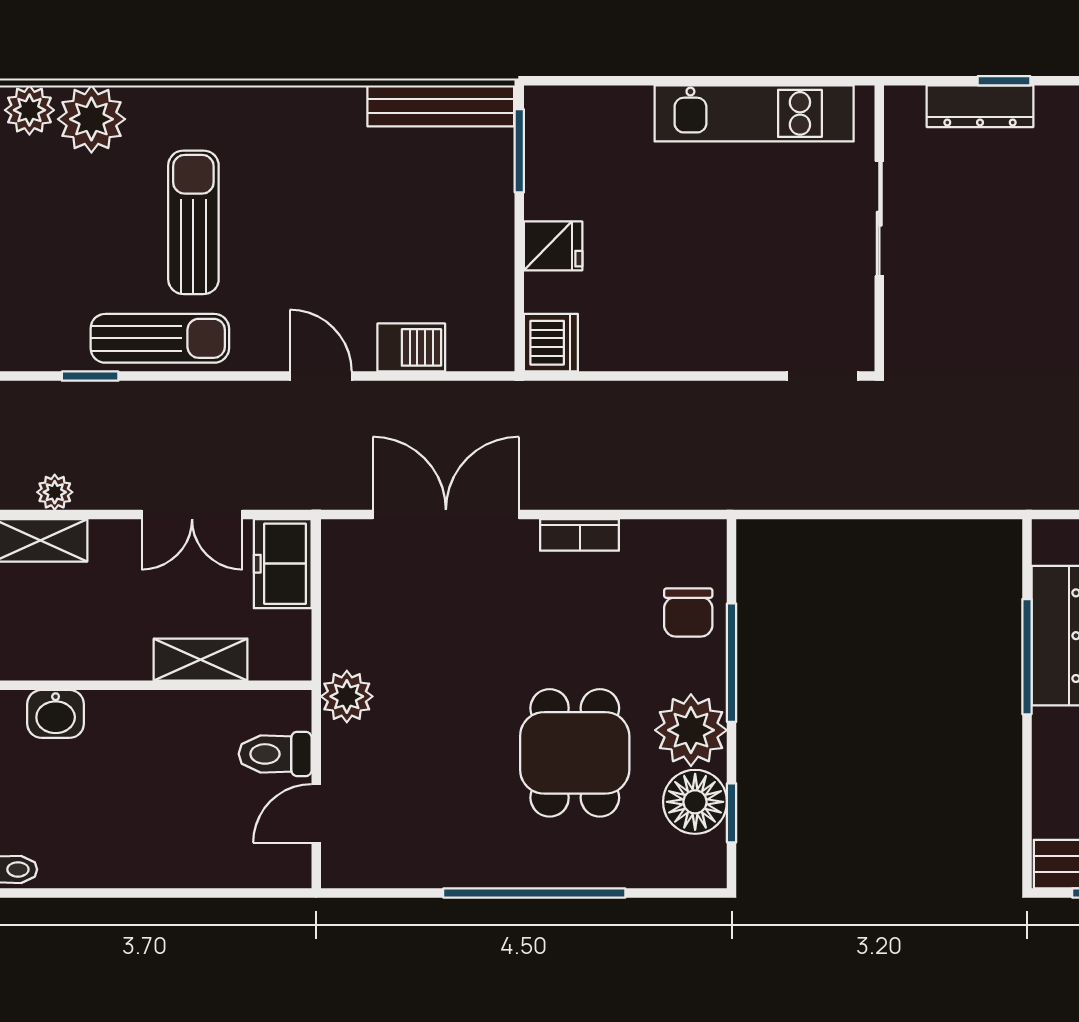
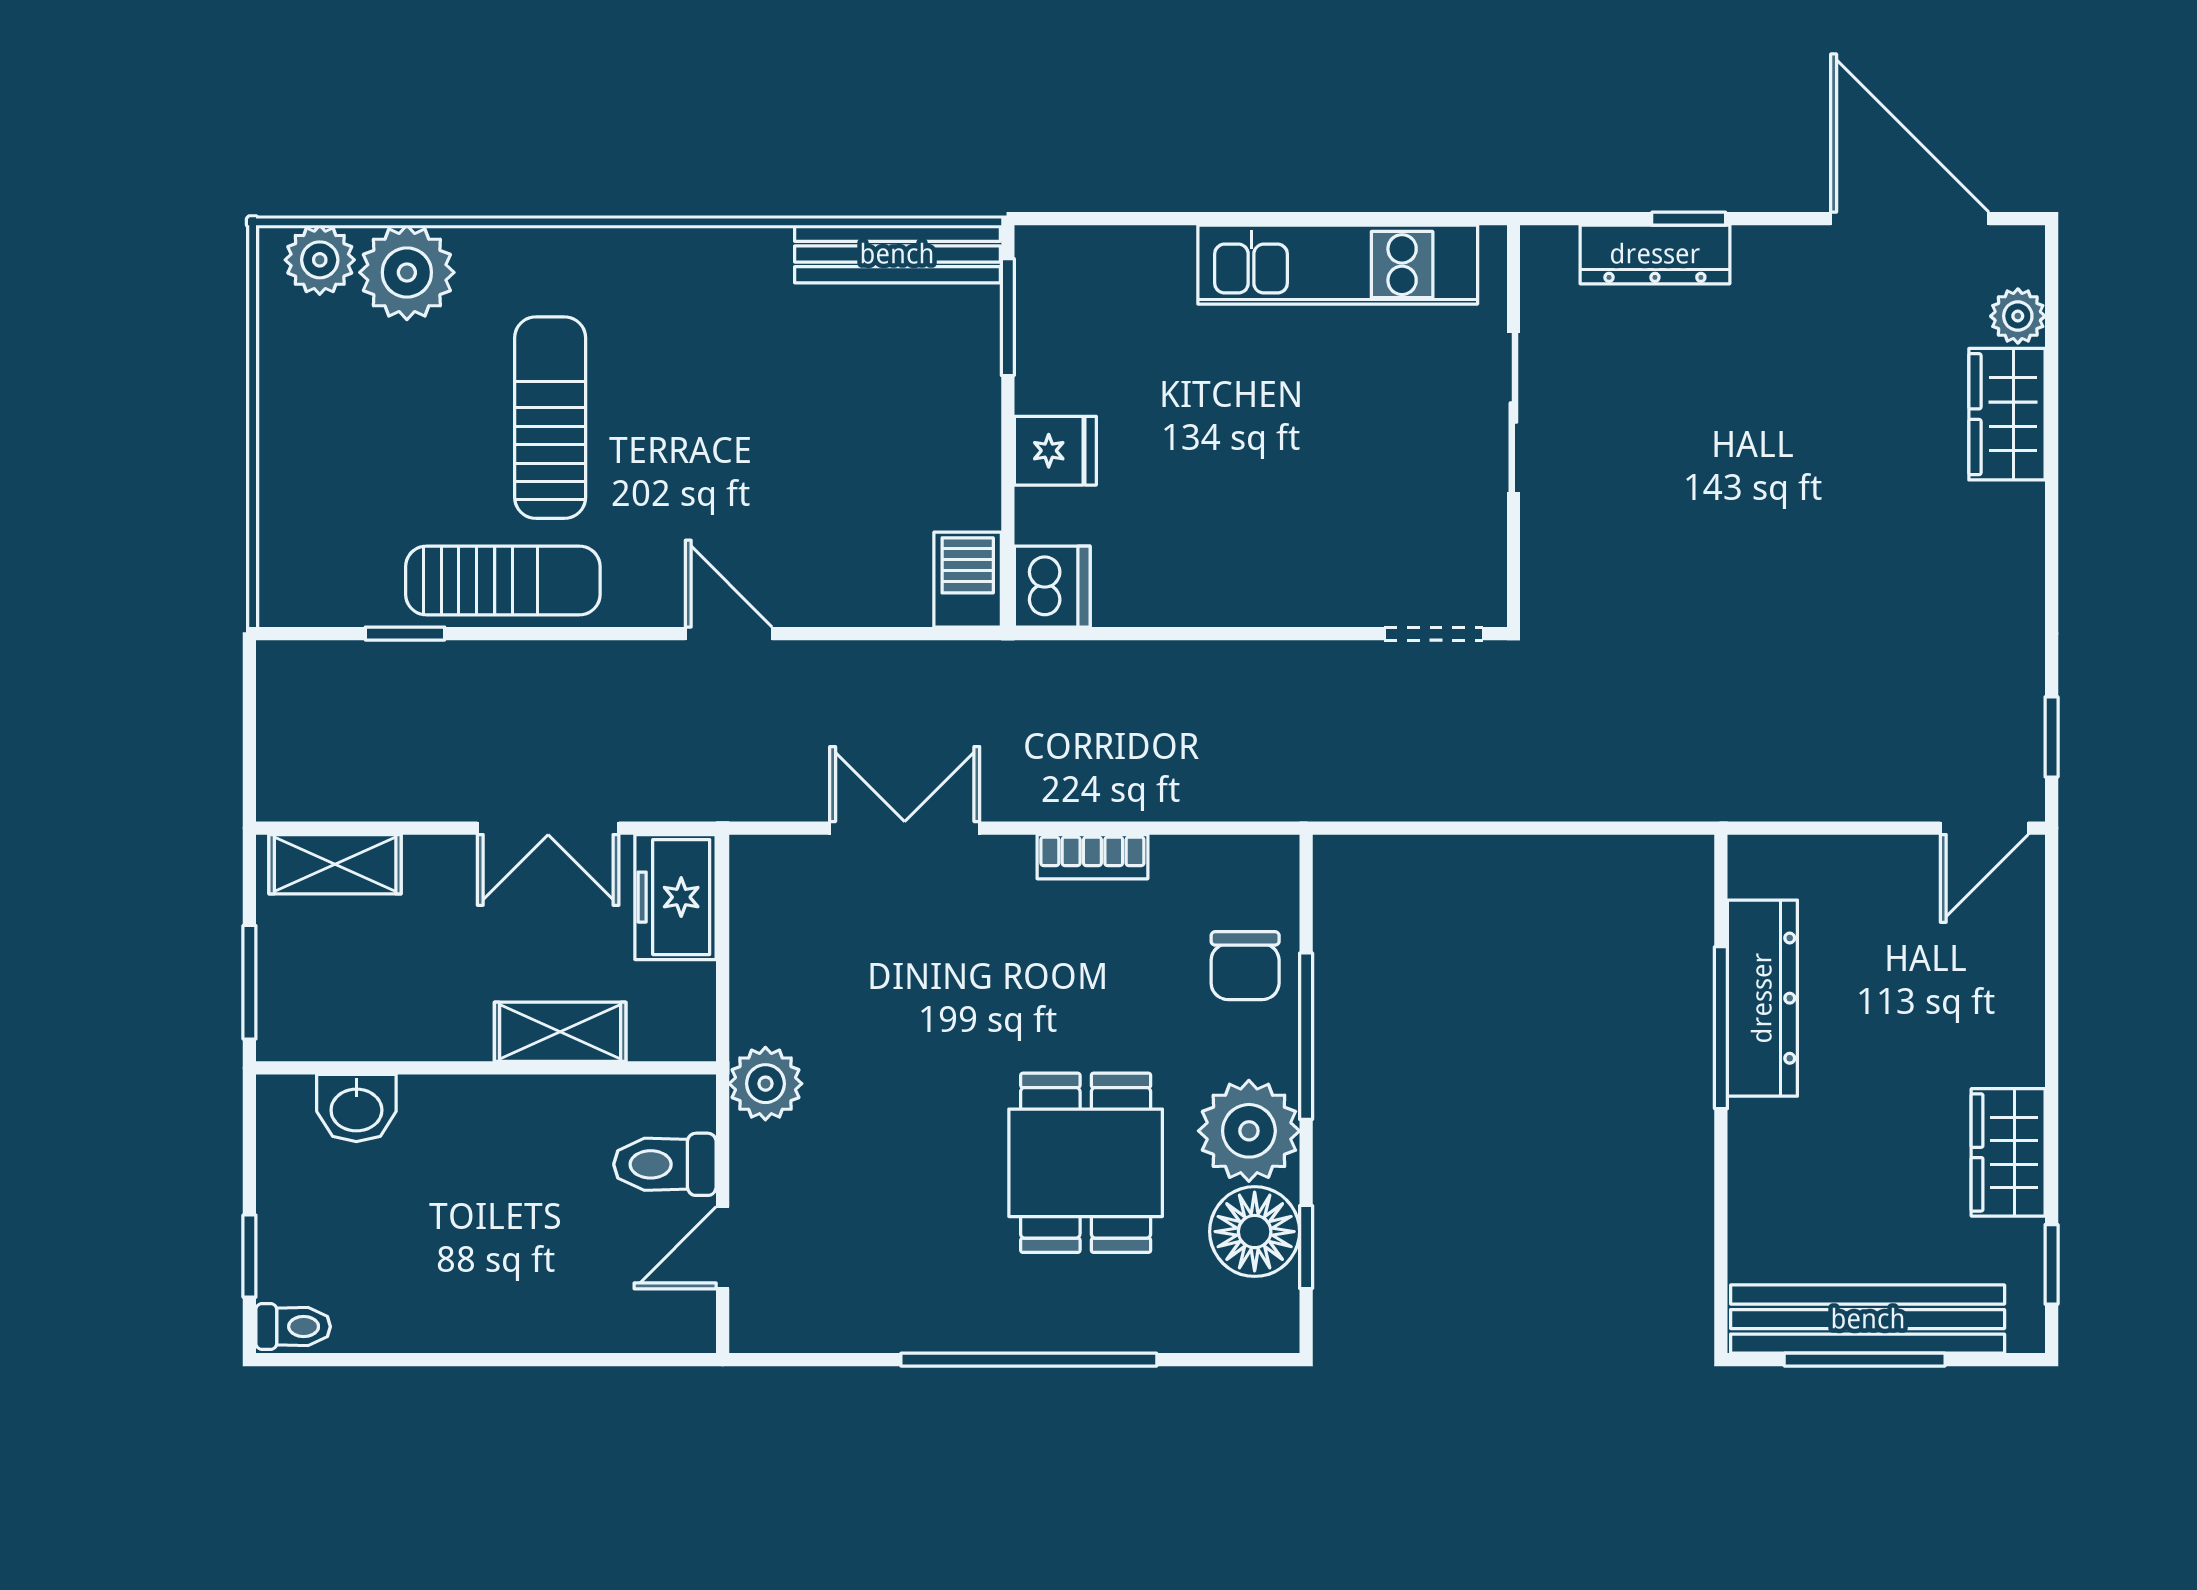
barbecue: (411, 347) -> (968, 580), moved, turned -90
plant: (55, 492) -> (355, 797), removed
double door: (446, 515) -> (905, 828), width x0.73

